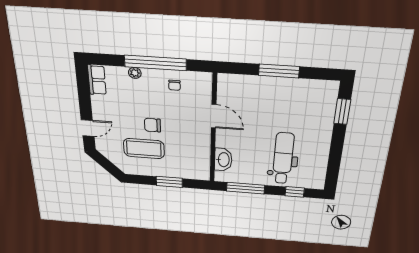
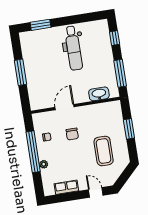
row of seats: (97, 80) -> (66, 187), moved
chair: (153, 125) -> (72, 134), moved
dental chair: (283, 158) -> (74, 48), moved, turned -90

